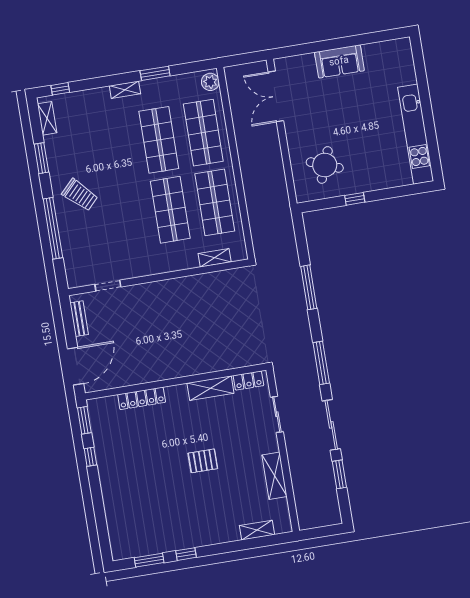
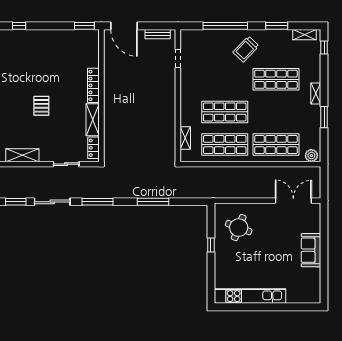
shop shelf: (159, 140) -> (276, 79), moved
locker: (142, 398) -> (93, 85), moved
window: (90, 457) -> (19, 26), moved

